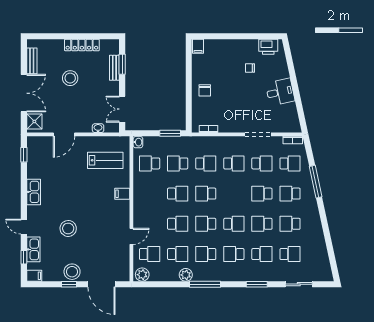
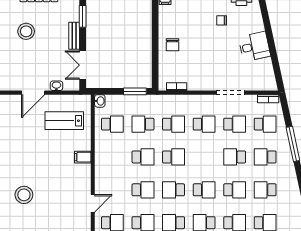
bench: (114, 68) -> (74, 36), moved
door: (64, 134) -> (33, 93), moved
lab bench: (105, 160) -> (64, 121), turned 180
school desk: (150, 163) -> (112, 124), turned 180
school desk: (206, 194) -> (174, 157), turned 180
school desk: (262, 224) -> (235, 190), turned 180

